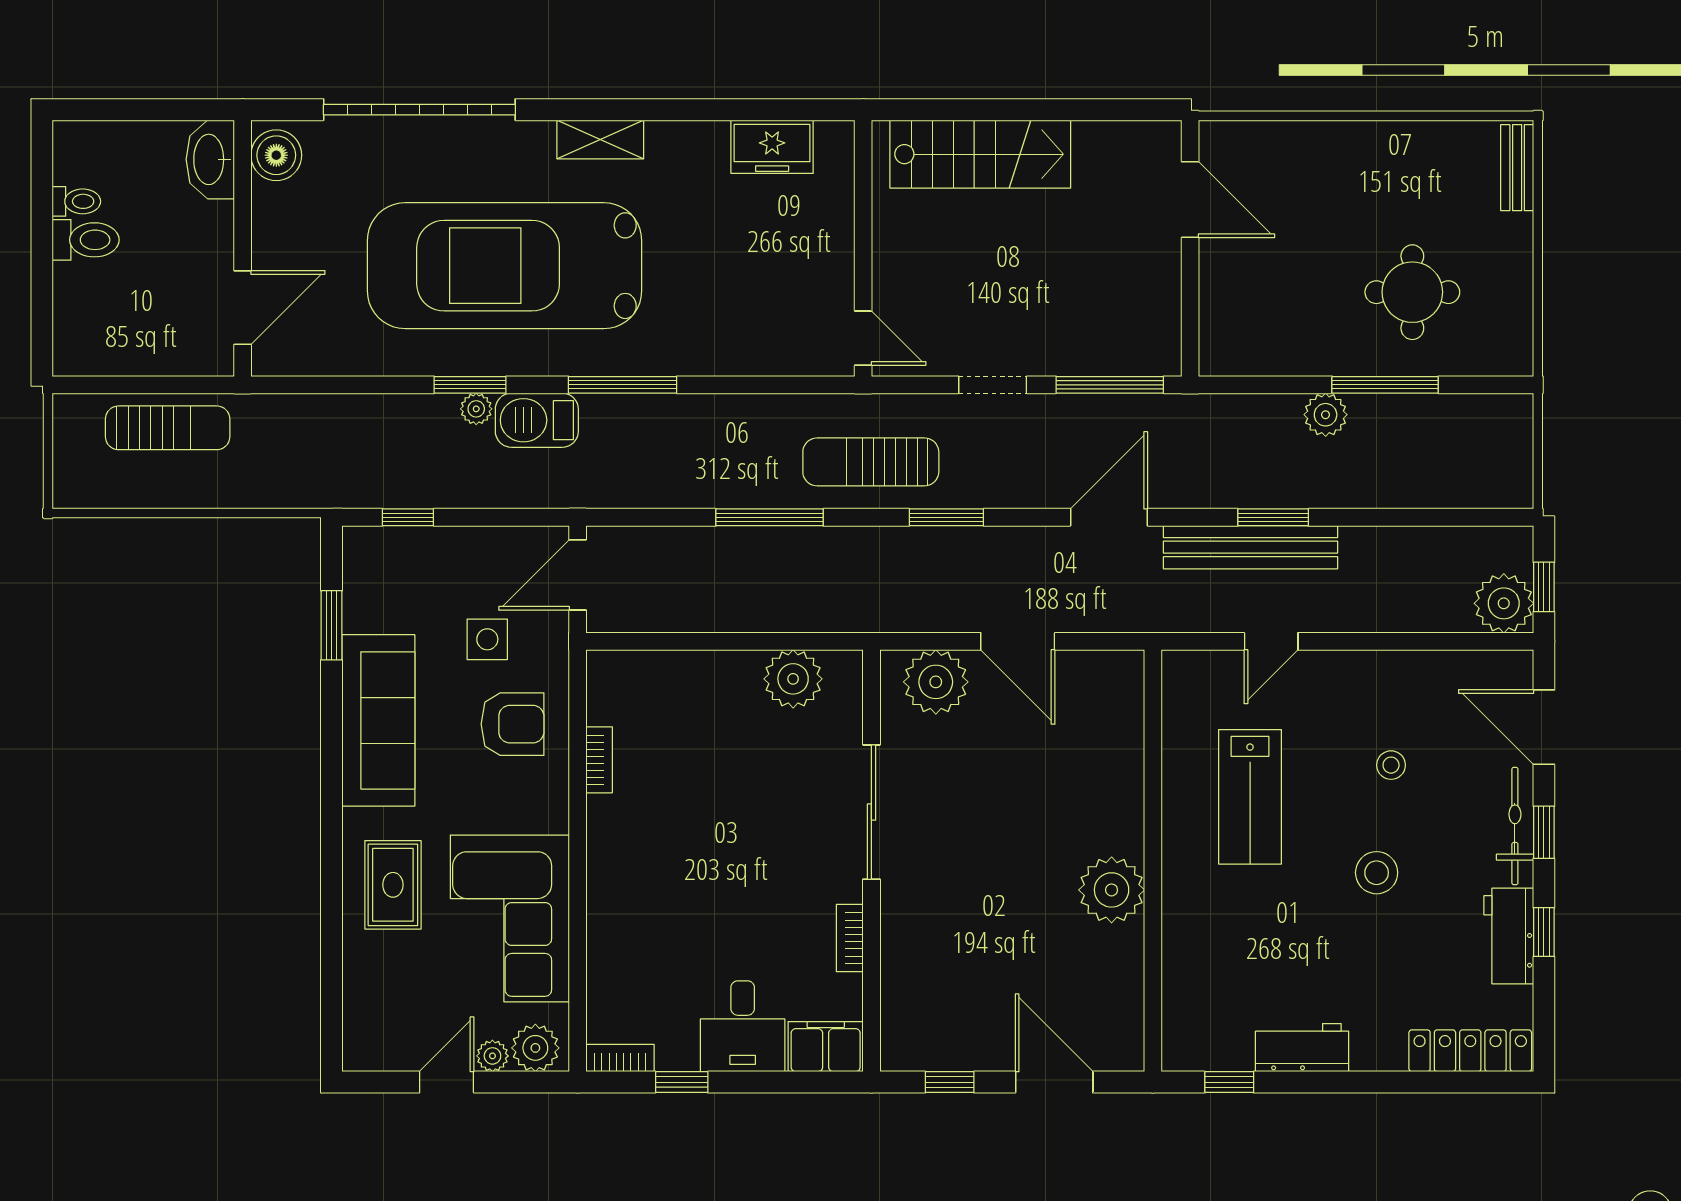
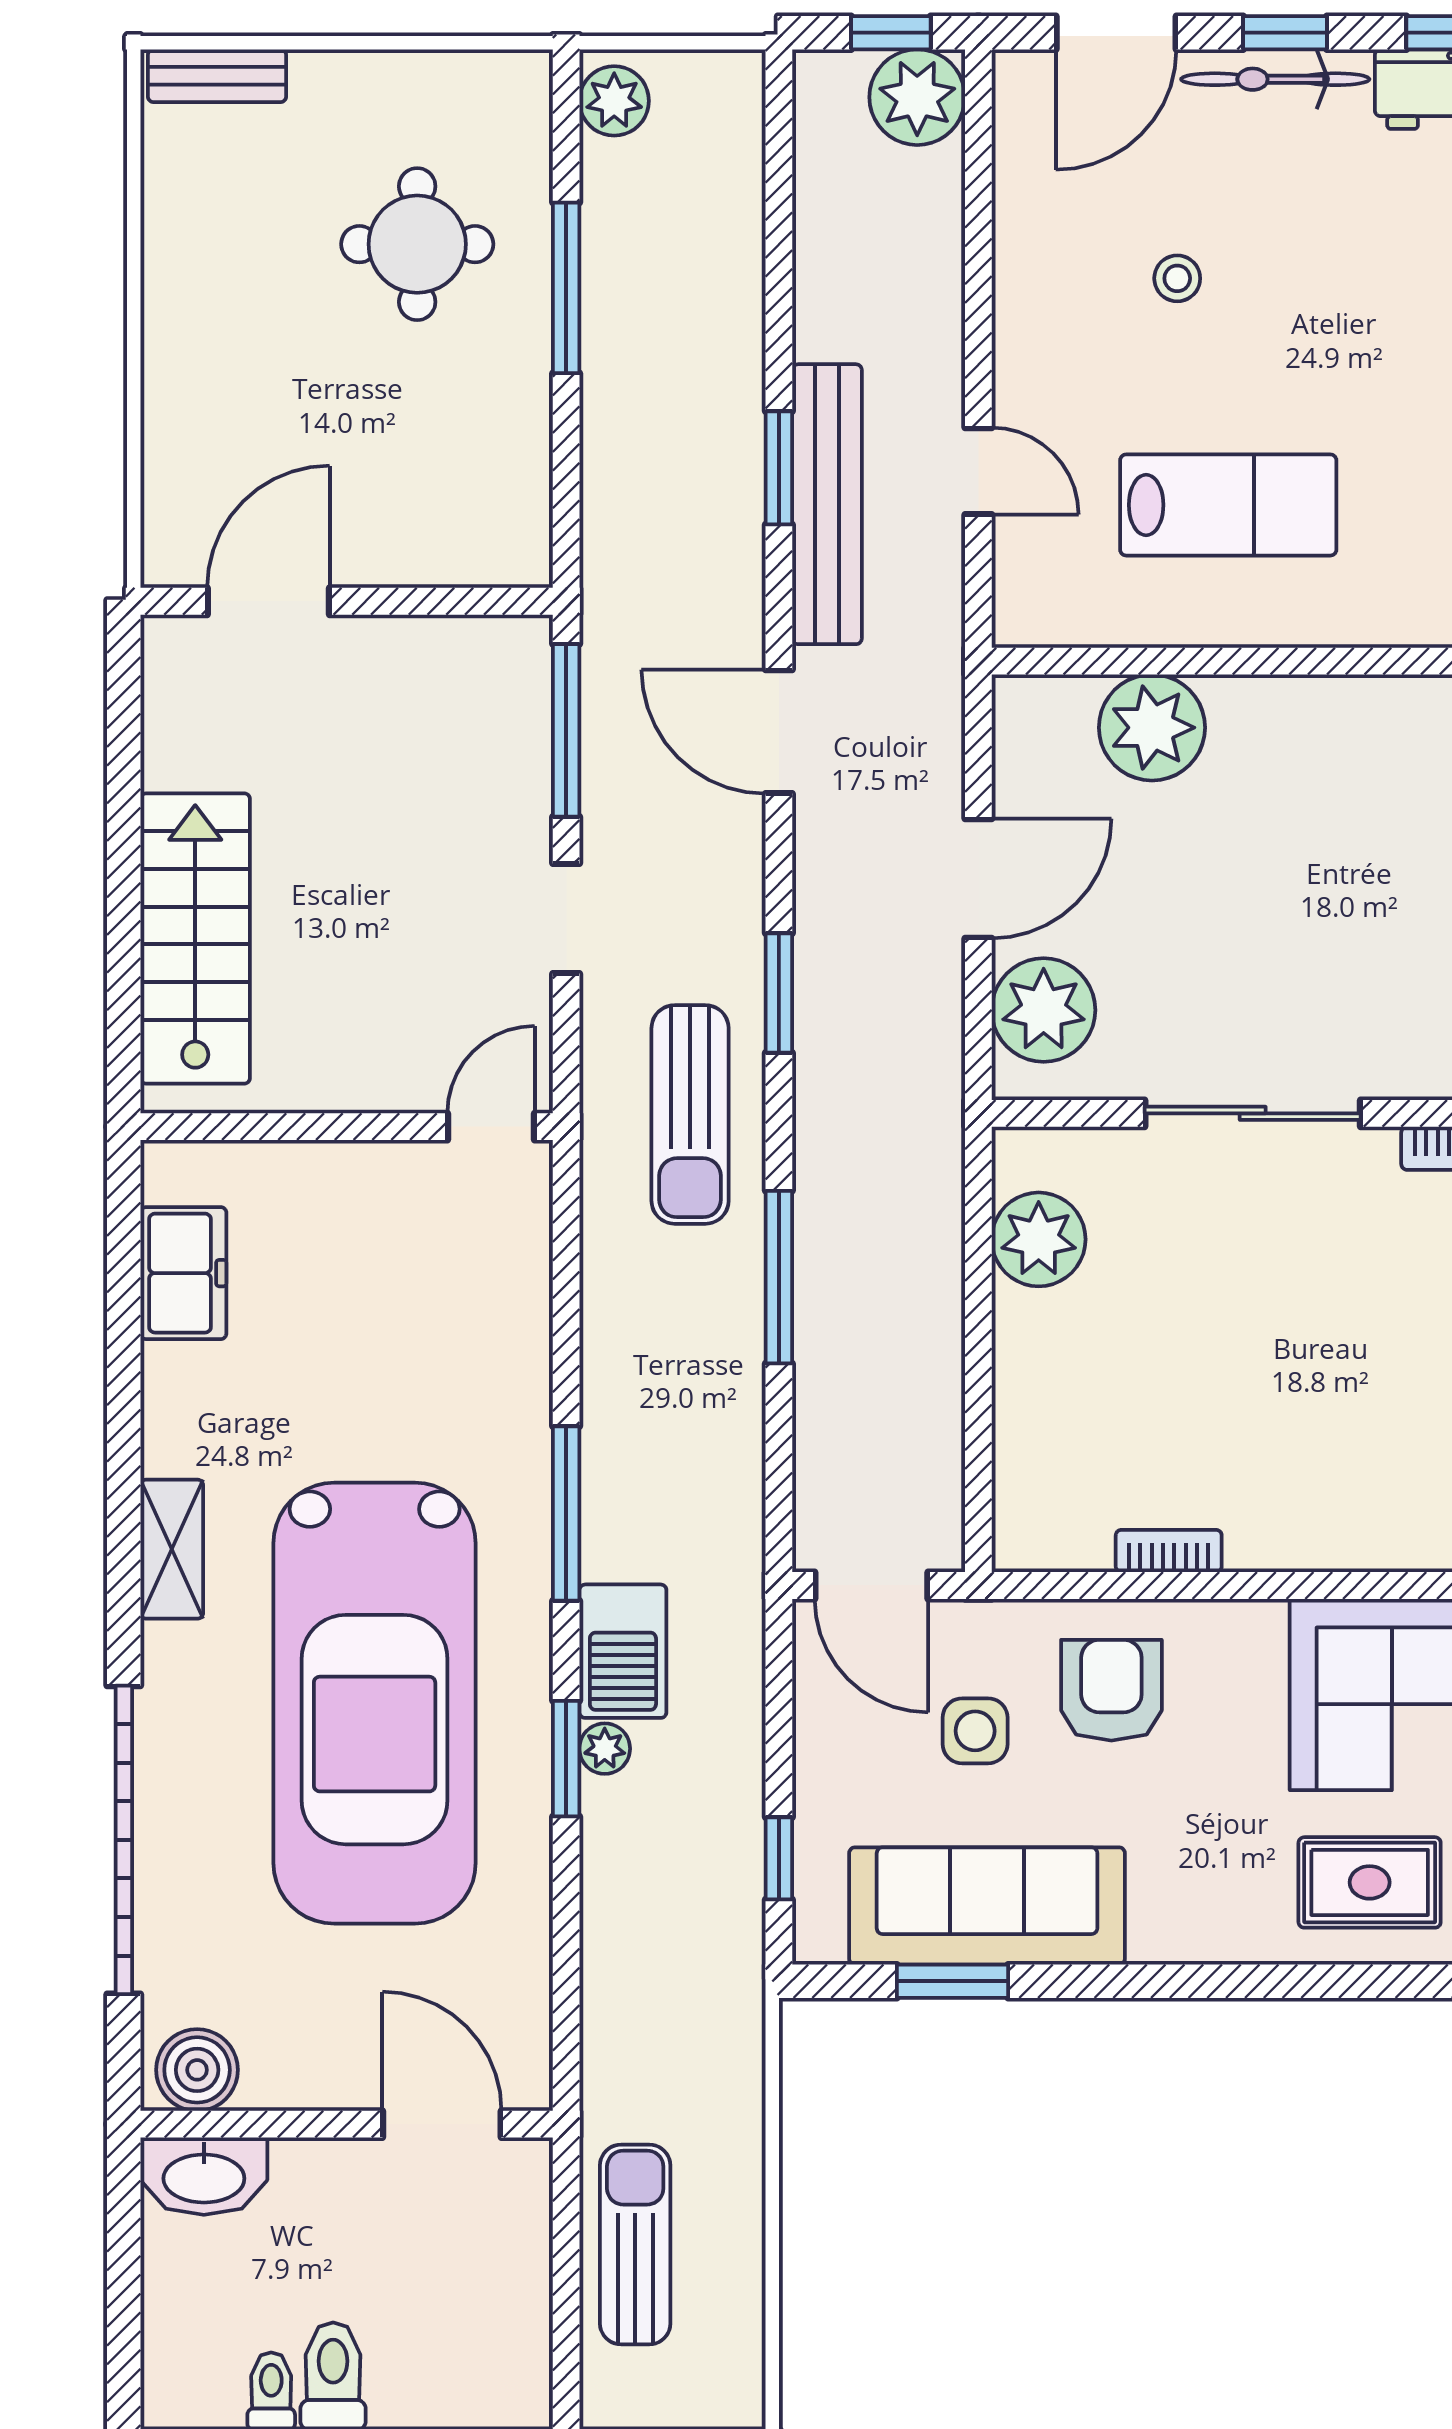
plant: (1326, 415) -> (614, 101), moved
sofa: (378, 720) -> (987, 1906), moved
stool: (1377, 873) -> (1350, 302), removed
plant: (1112, 890) -> (1152, 728), moved

